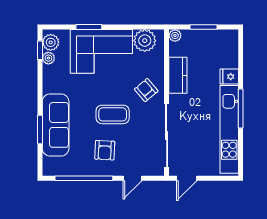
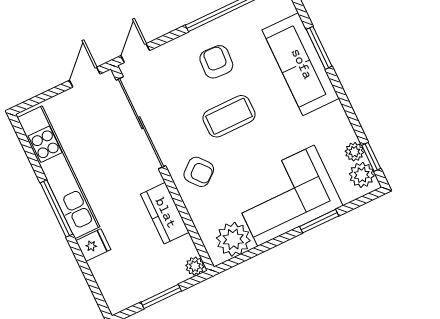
door: (132, 178) -> (135, 53), moved

